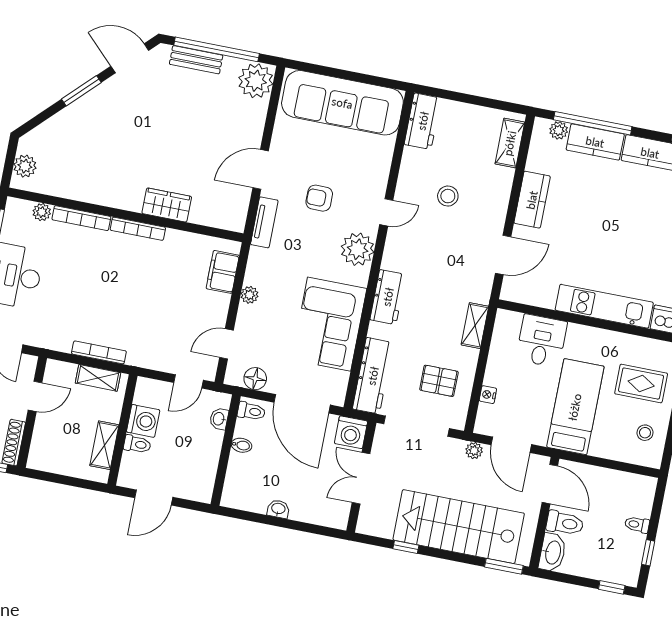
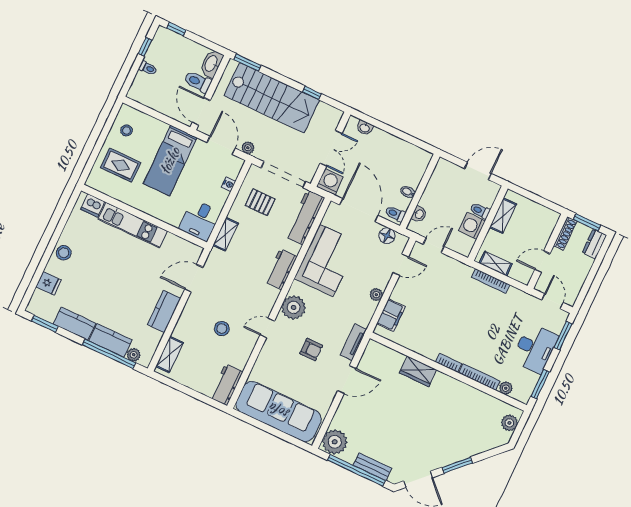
bookcase: (138, 229) -> (448, 363), width x0.64
desk: (542, 341) -> (200, 220), moved
washbasin: (278, 509) -> (365, 128), moved

